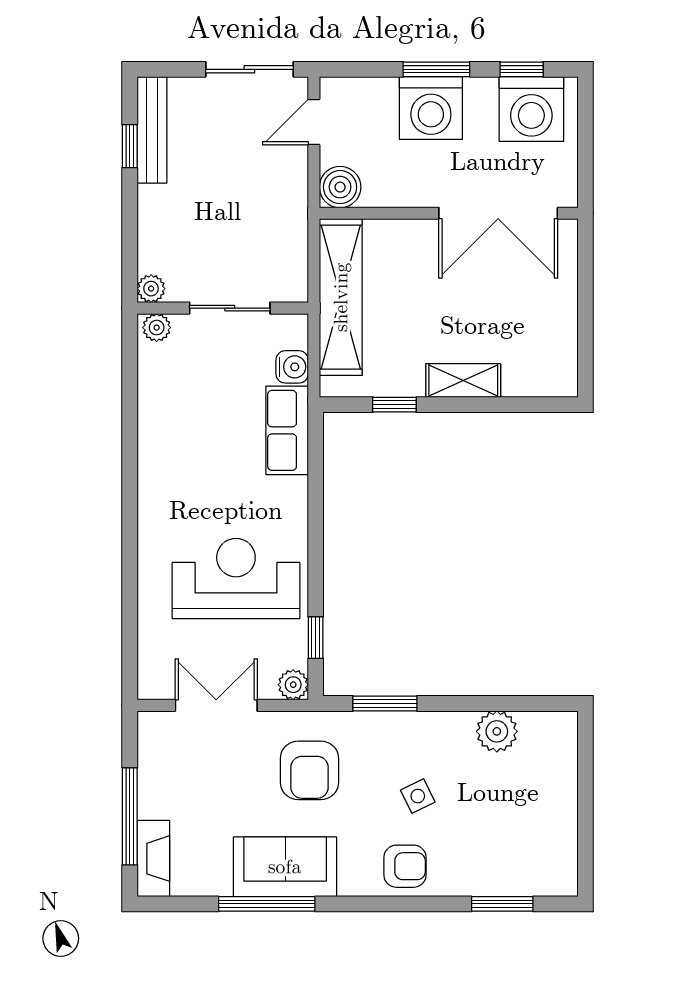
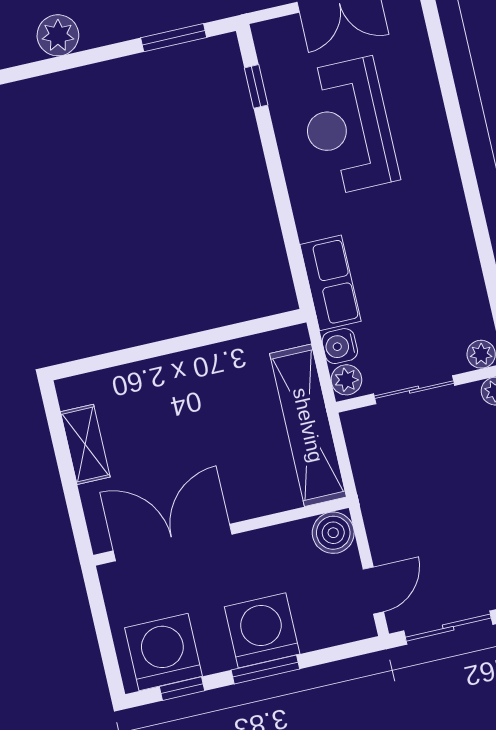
shelving: (463, 381) -> (85, 444), moved, turned 90
window: (394, 405) -> (231, 332), removed
reception desk: (236, 578) -> (347, 127), turned 90
plant: (293, 685) -> (346, 380), moved

